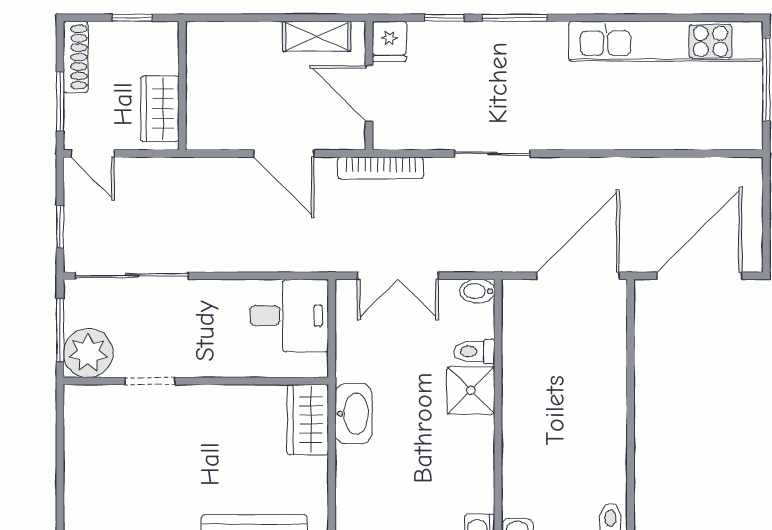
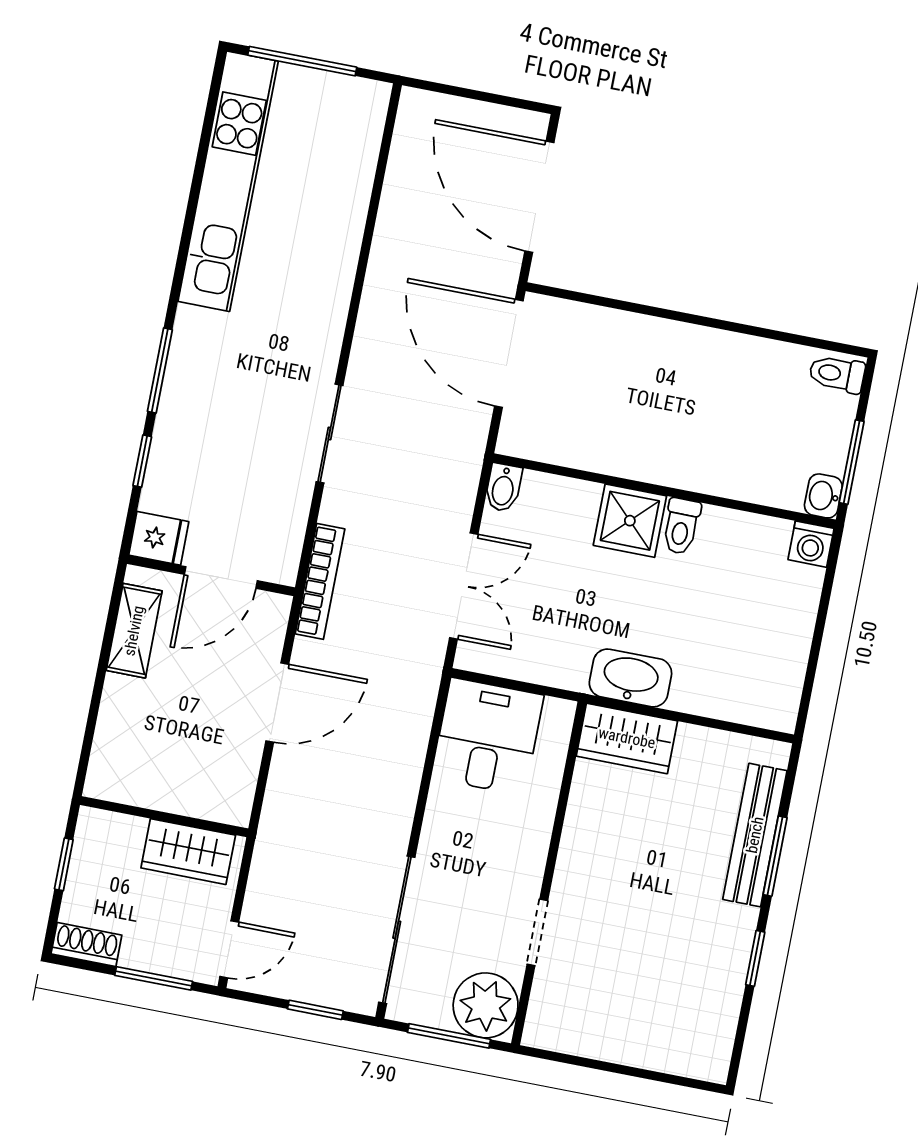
shoe rack: (76, 57) -> (86, 944), width x0.70
toilet: (474, 351) -> (681, 526), moved

